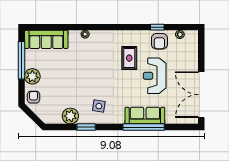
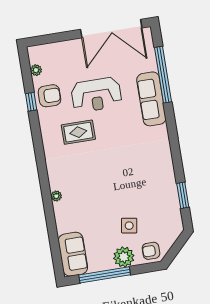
sofa: (46, 39) -> (73, 254), width x0.73
side table: (99, 106) -> (129, 226), moved
plant: (70, 116) -> (168, 198), removed
window: (86, 127) -> (183, 195), moved
window: (144, 127) -> (163, 75), moved

